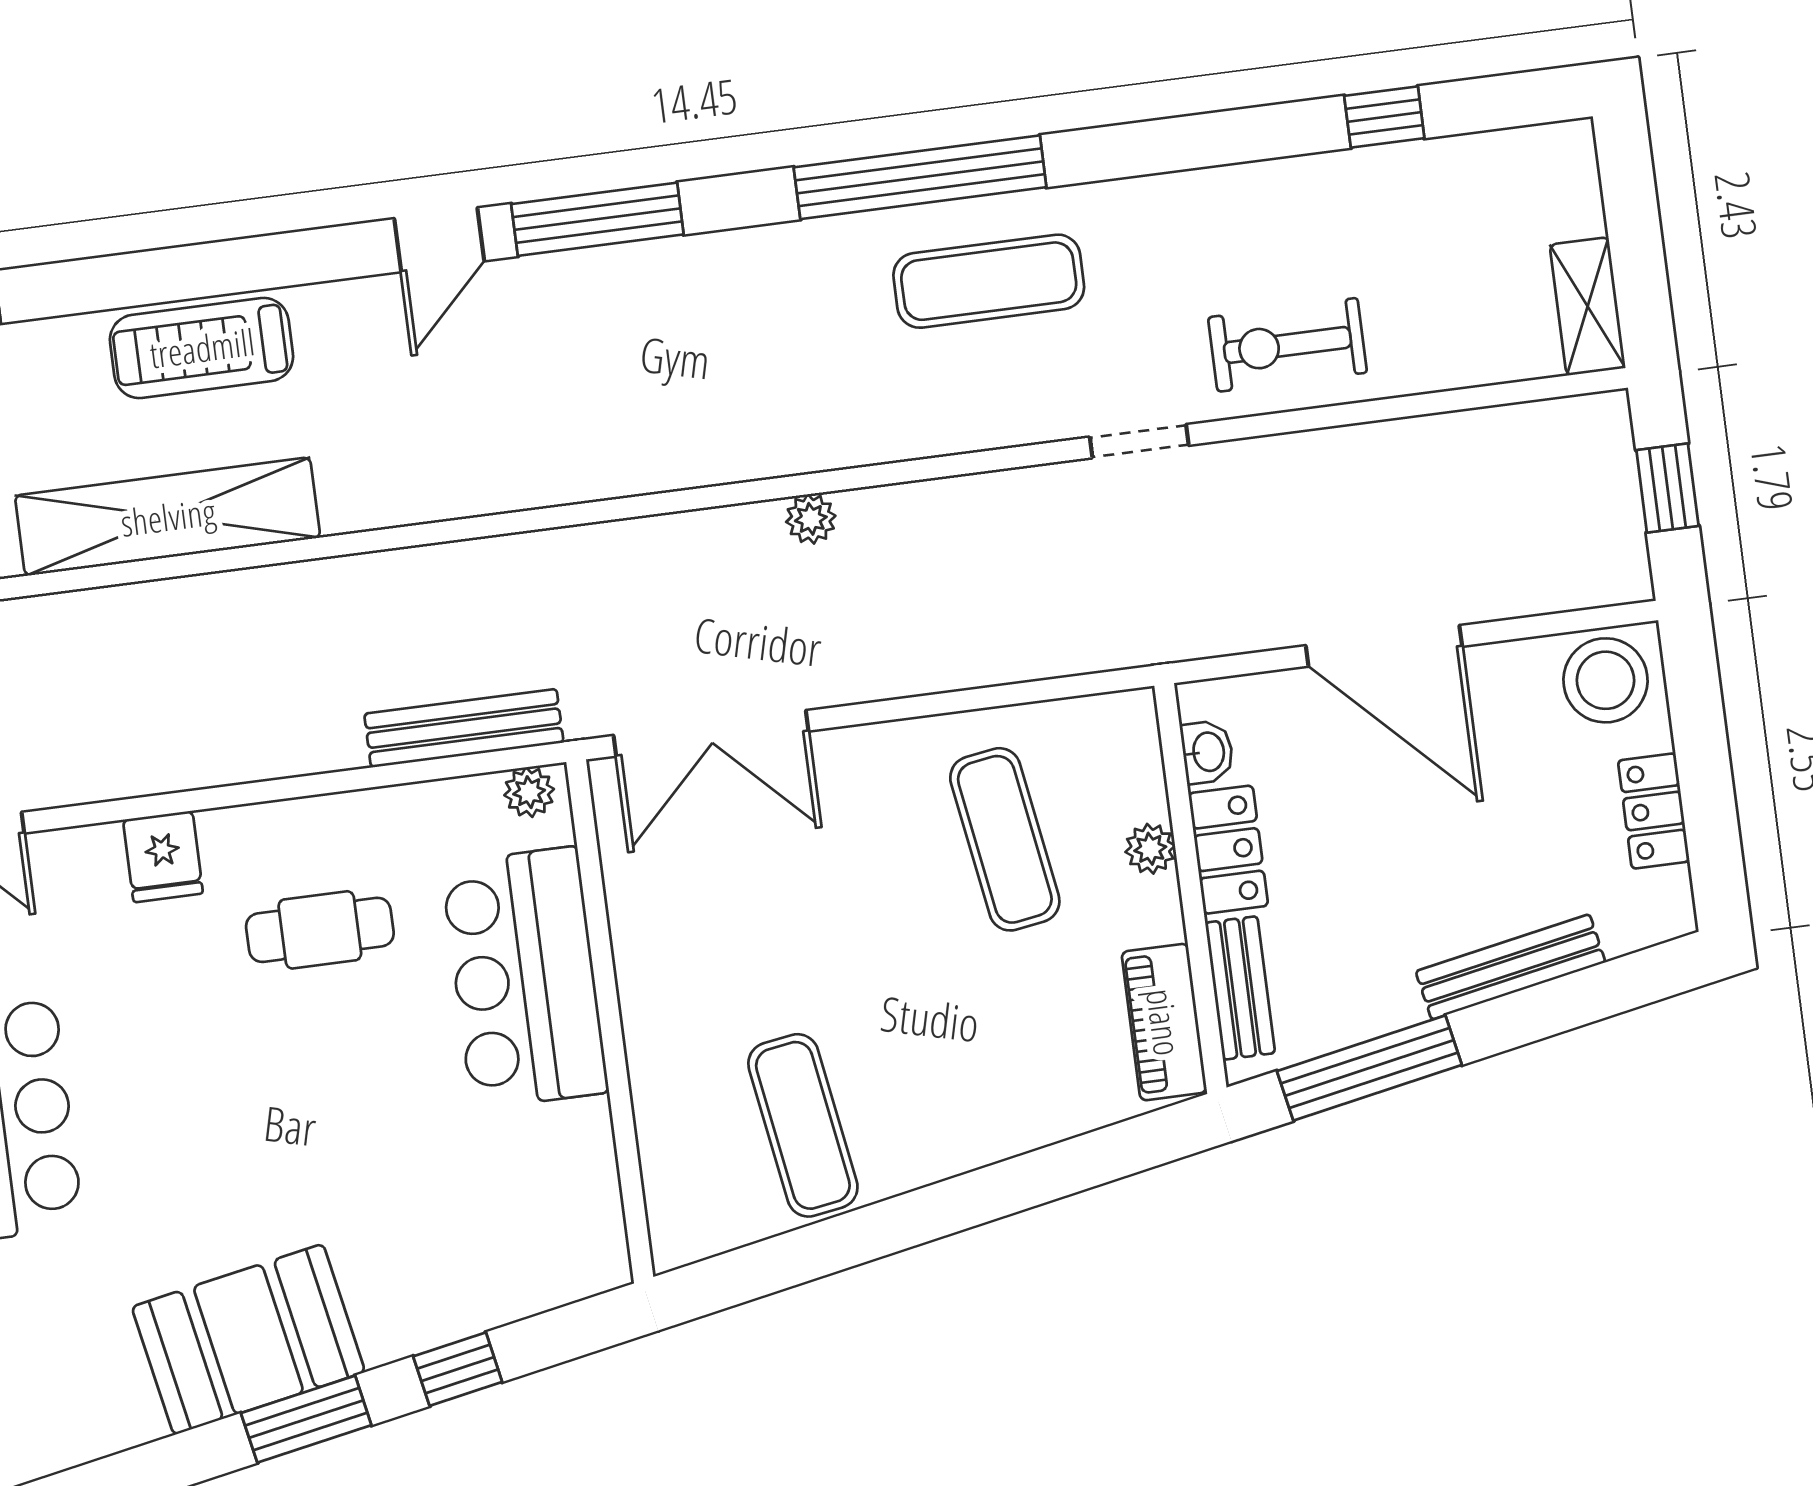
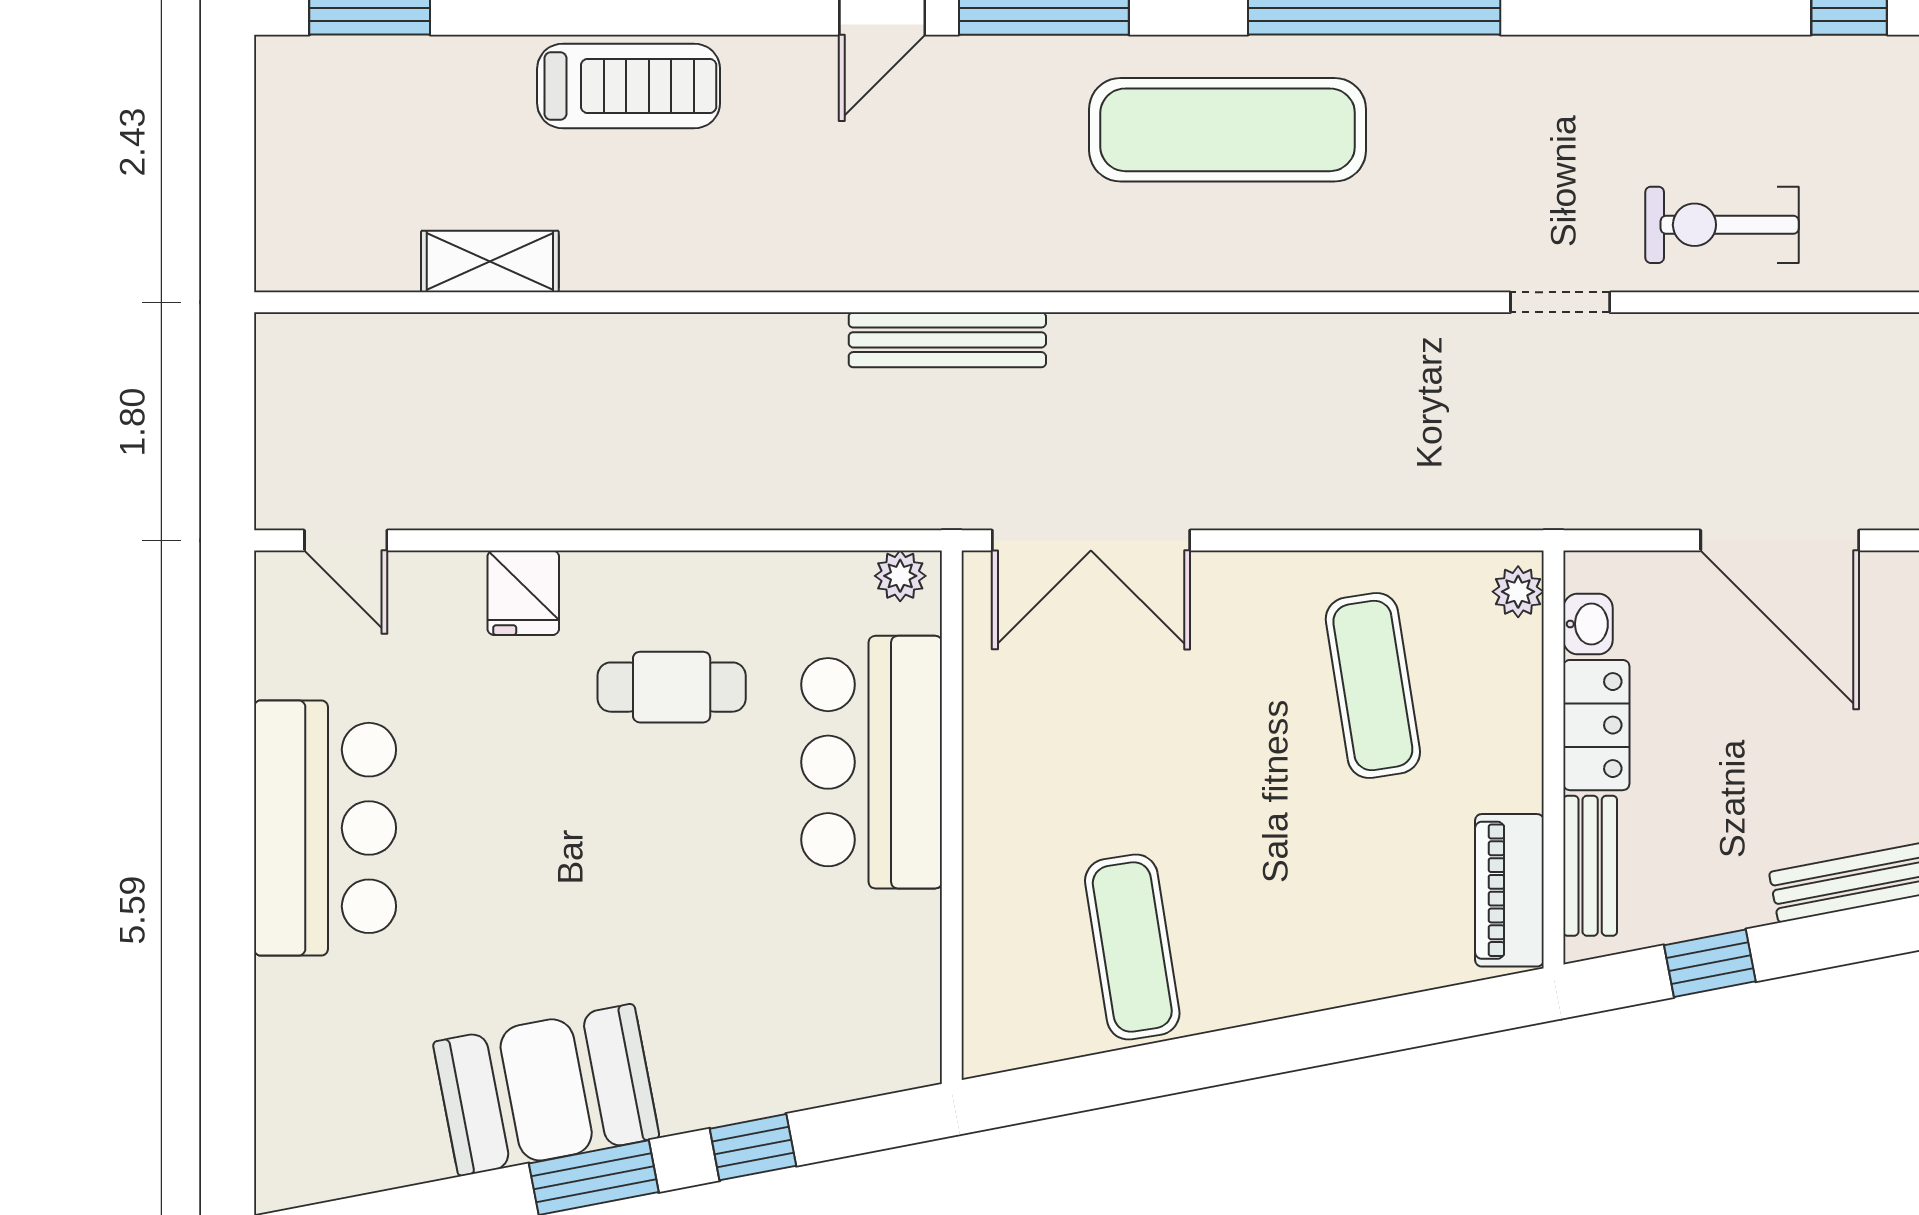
exercise mat: (989, 281) -> (1228, 130), moved, width x1.36, depth x1.45
treadmill: (202, 348) -> (629, 86), turned 180
shelving: (168, 517) -> (490, 261), width x0.45, depth x0.75
plant: (811, 519) -> (1219, 338), removed
bench: (464, 728) -> (947, 340), moved
plant: (1150, 849) -> (1518, 592), moved
window: (1369, 1068) -> (1710, 963), width x0.46

